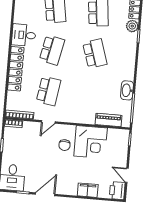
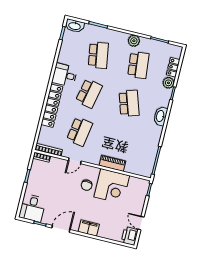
washbasin: (127, 90) -> (160, 116), moved
piano: (108, 120) -> (112, 163), moved
filing cabinet: (88, 190) -> (89, 228), moved

